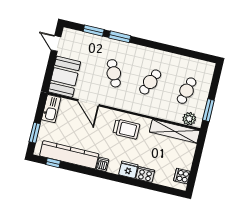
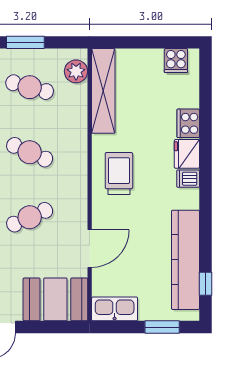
window: (208, 110) -> (25, 42), moved
dishwasher: (102, 164) -> (188, 179), moved

